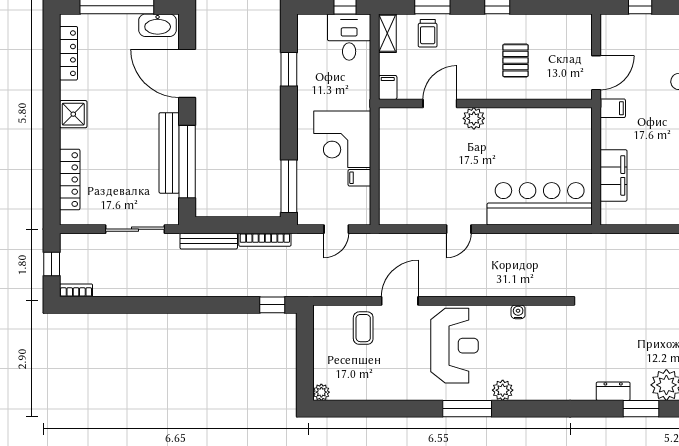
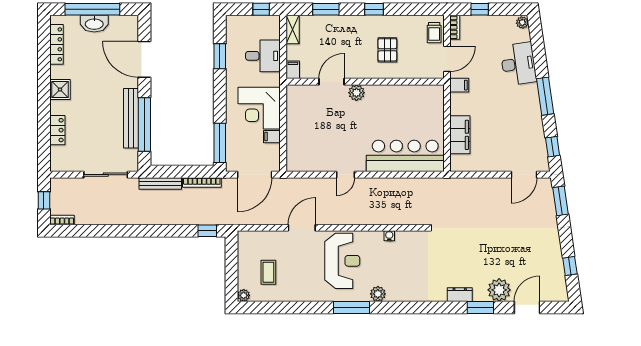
washbasin: (158, 25) -> (94, 24), moved
bookcase: (607, 30) -> (455, 27), added
trolley: (428, 33) -> (434, 33), moved
desk: (349, 37) -> (263, 56), moved, turned 90
locker: (70, 180) -> (57, 130), width x0.66
door: (336, 229) -> (255, 175), width x1.88
coffee table: (363, 328) -> (268, 272), moved

